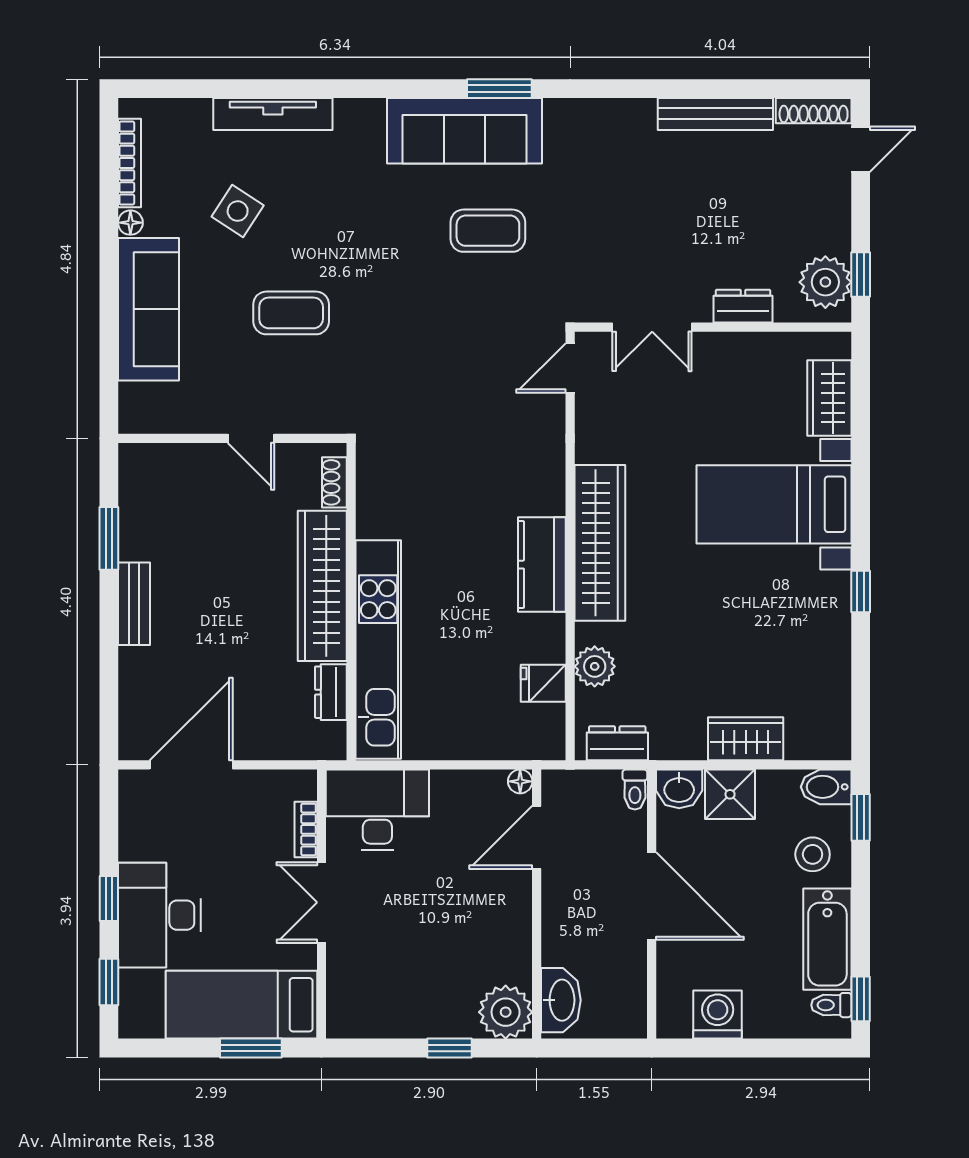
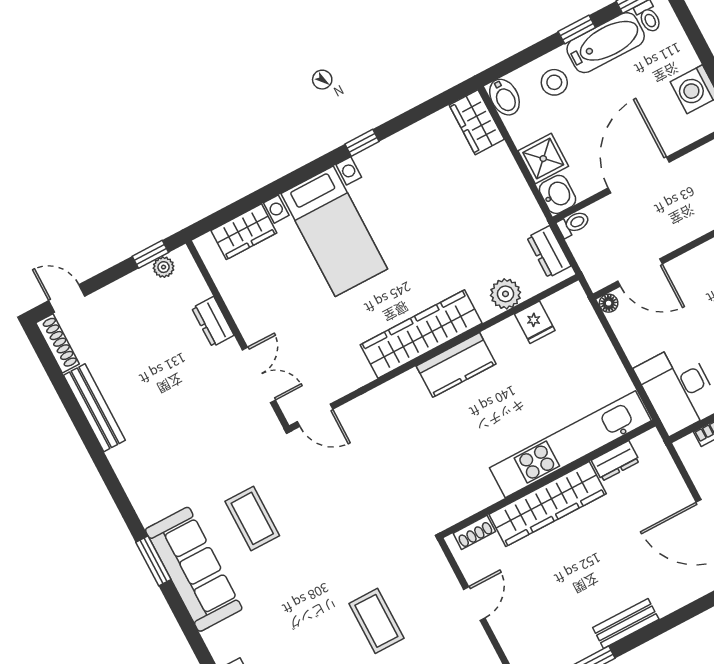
plant: (825, 282) -> (164, 267), width x0.53, depth x0.53
wardrobe: (746, 739) -> (477, 122), moved
window: (861, 817) -> (577, 29), moved

